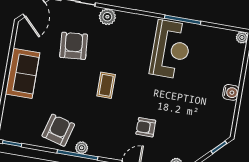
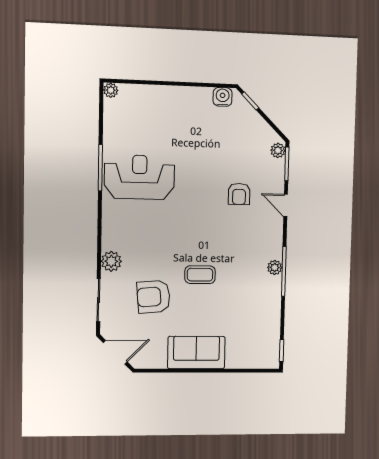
coffee table: (106, 85) -> (200, 275), moved
water cooler: (231, 92) -> (223, 97), moved
armchair: (58, 130) -> (258, 299), removed

